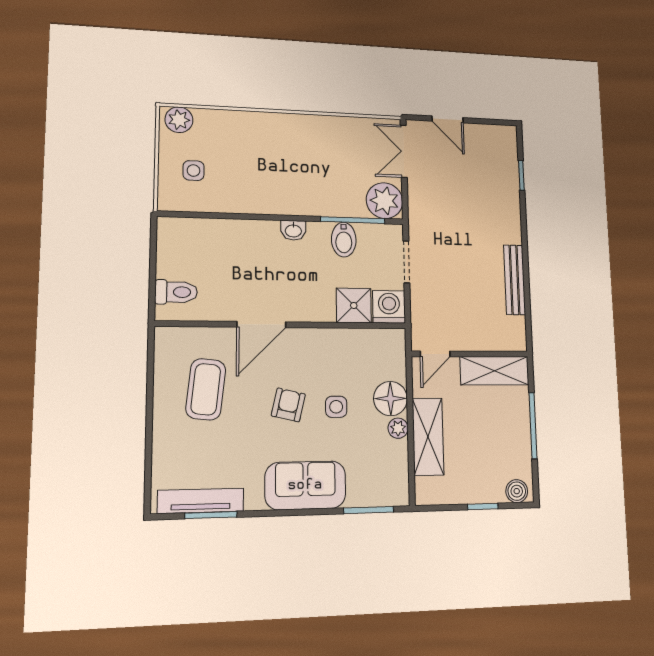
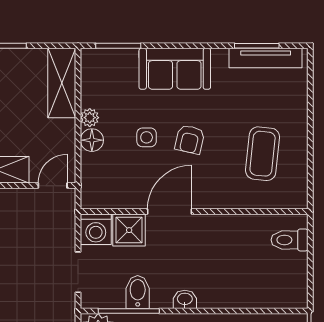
door: (261, 324) -> (169, 212), moved
floor lamp: (390, 399) -> (92, 140), width x0.73, depth x0.73
shelving: (428, 437) -> (62, 83), moved

